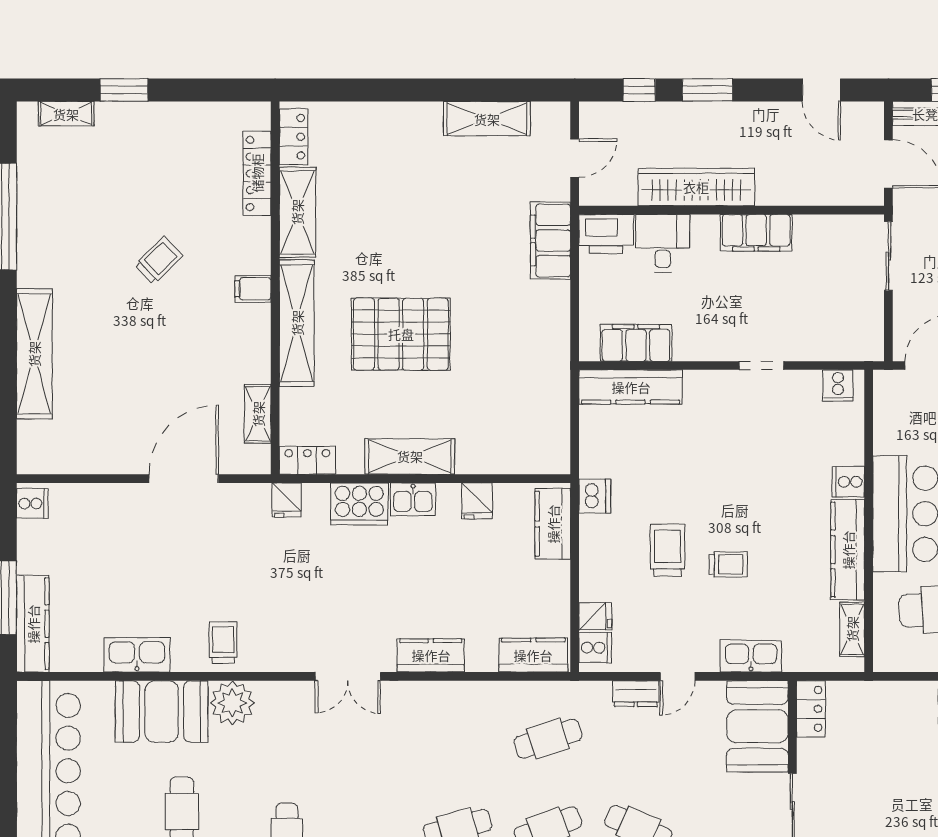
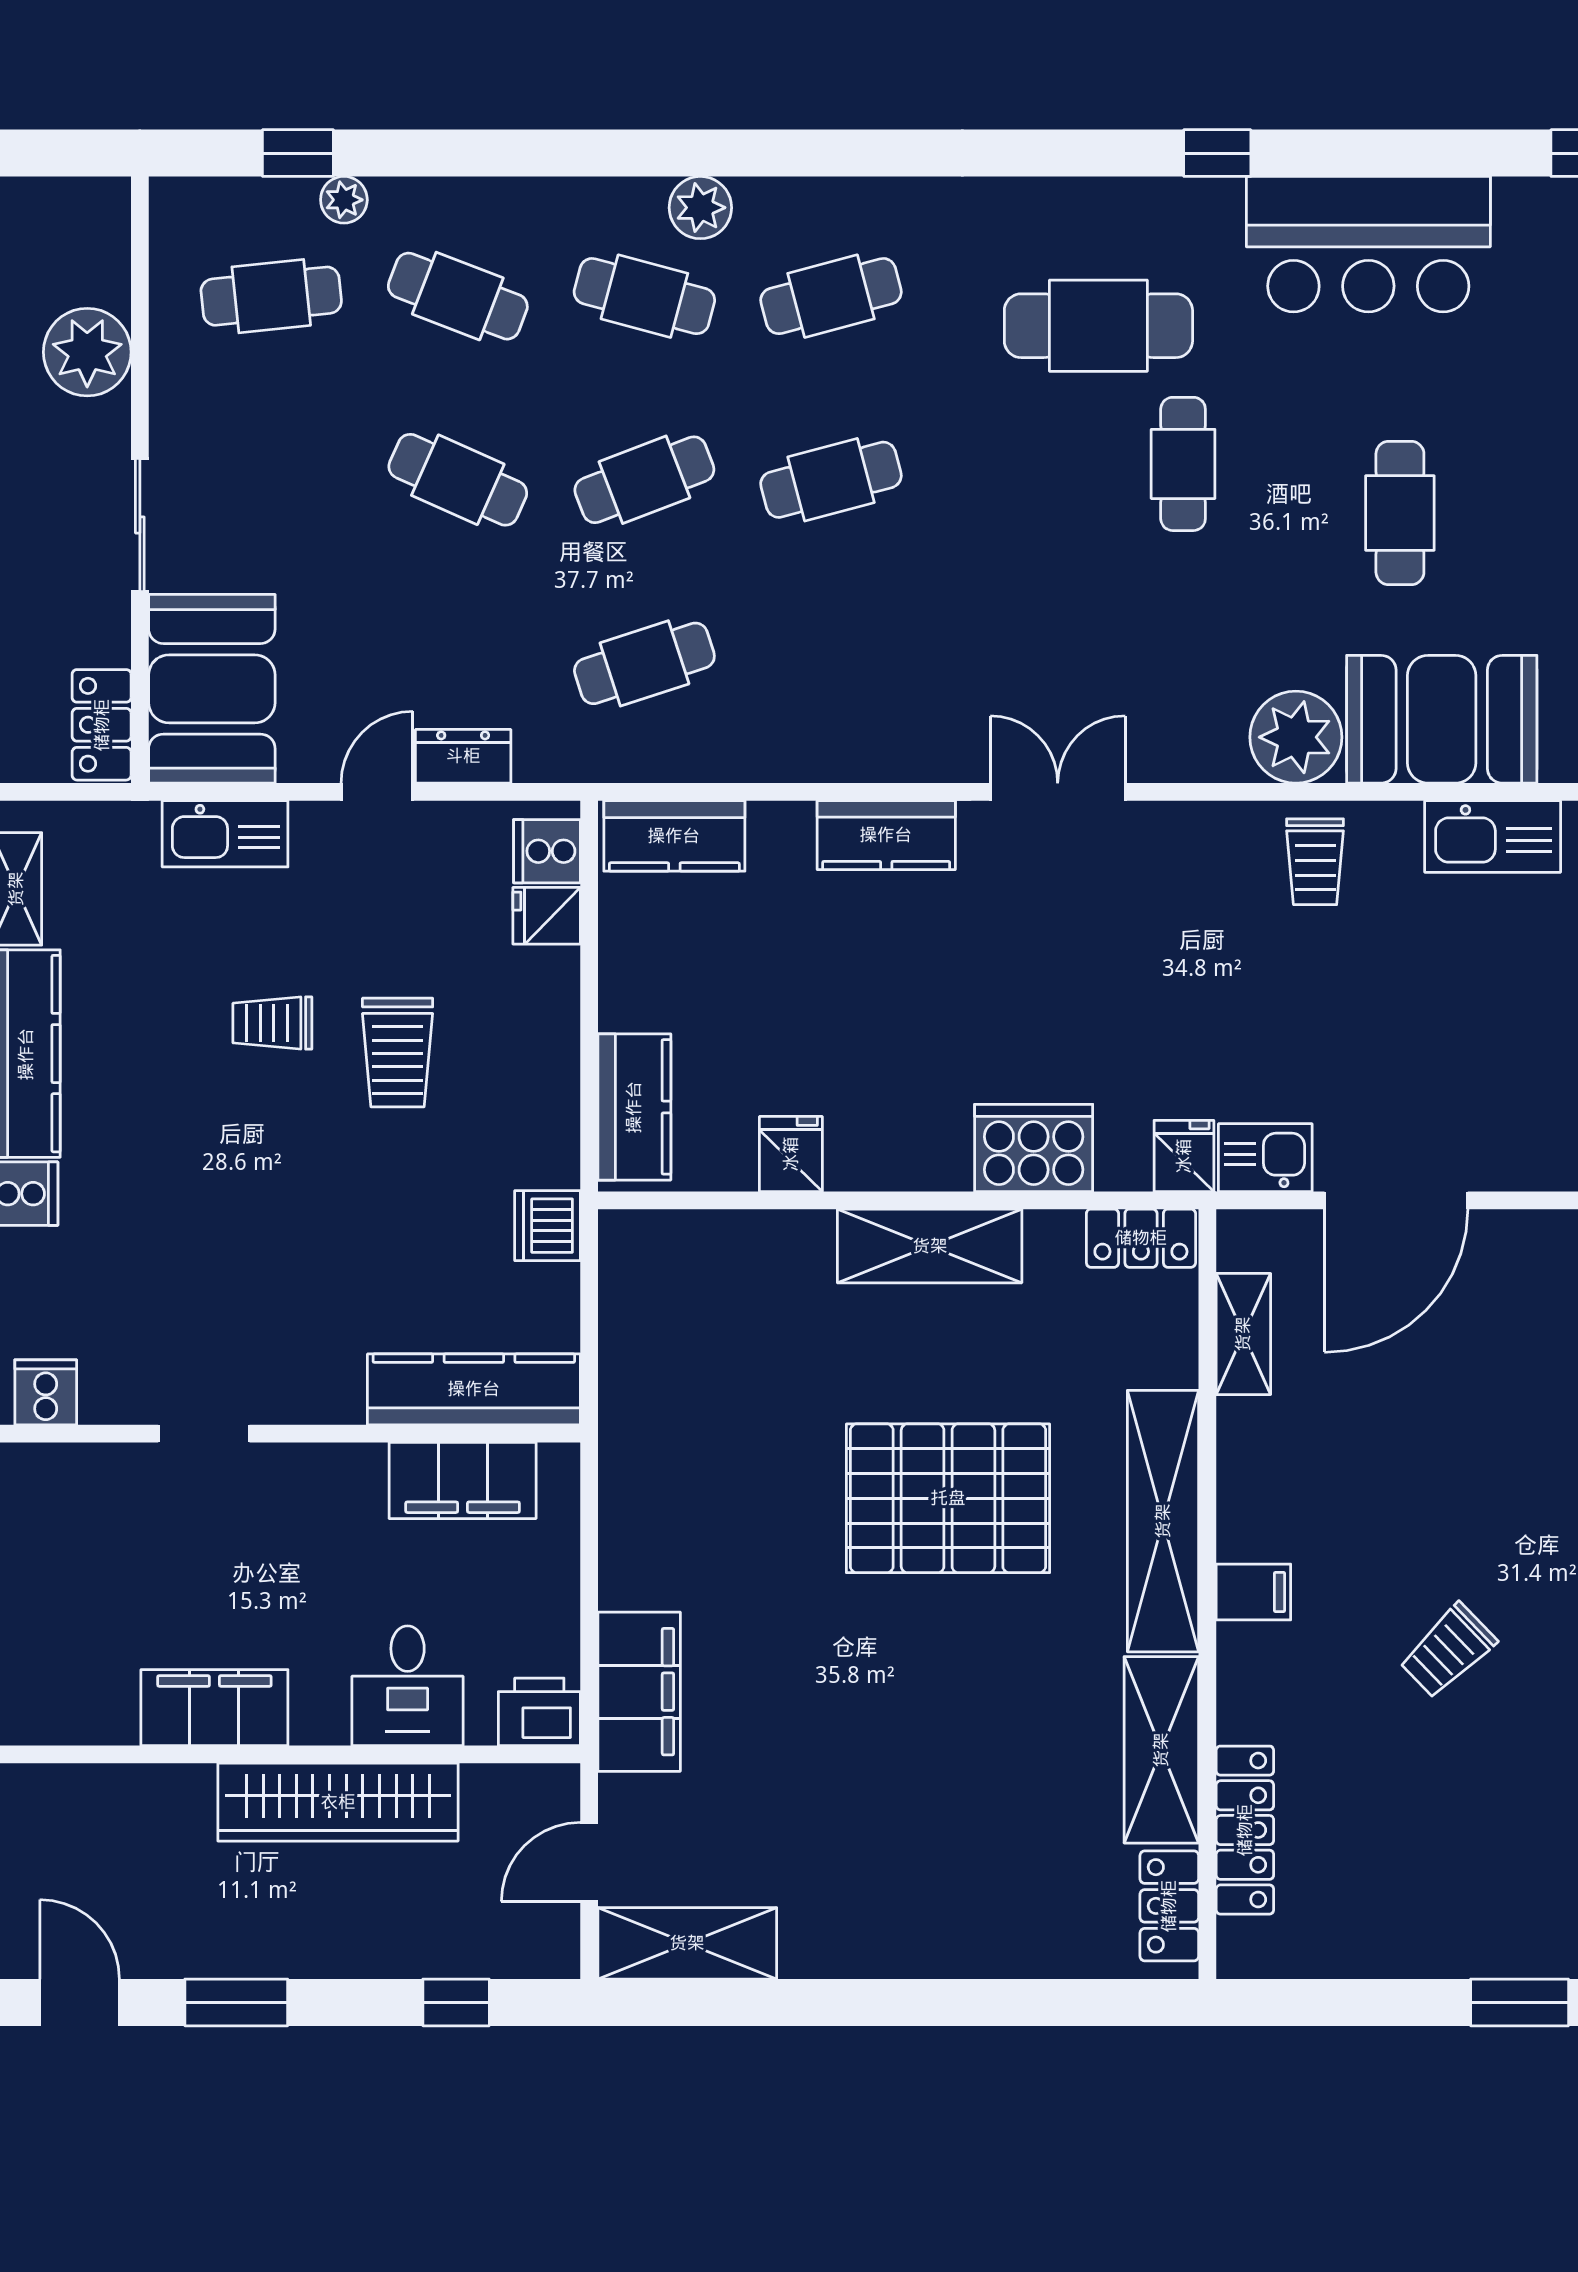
window: (707, 90) -> (236, 2002), moved
shelving: (487, 119) -> (687, 1943), moved
printer: (606, 234) -> (539, 1712), width x0.73, depth x0.84
dishwasher: (595, 496) -> (547, 1226), moved
kitchen sink: (413, 499) -> (1265, 1158), moved

